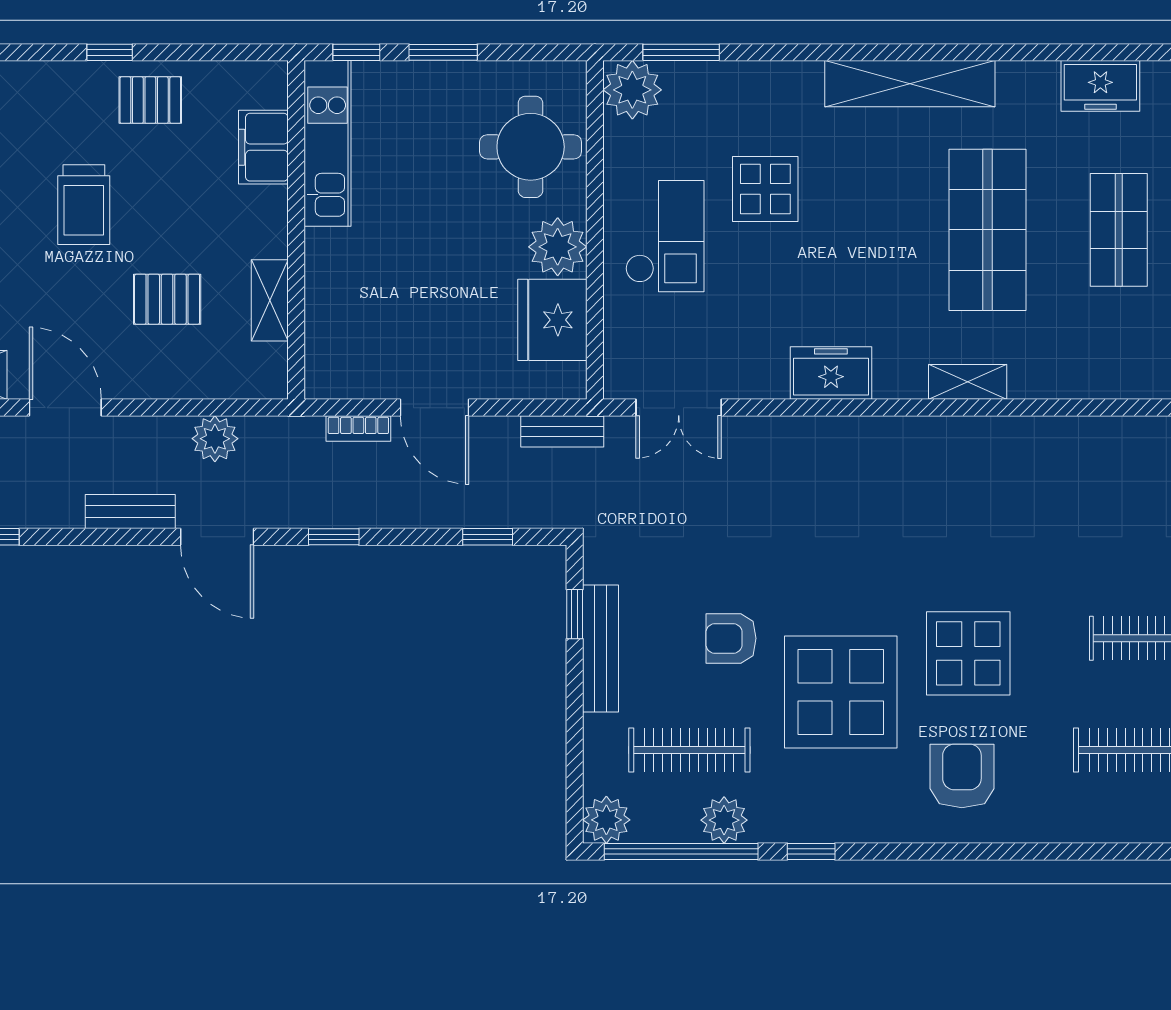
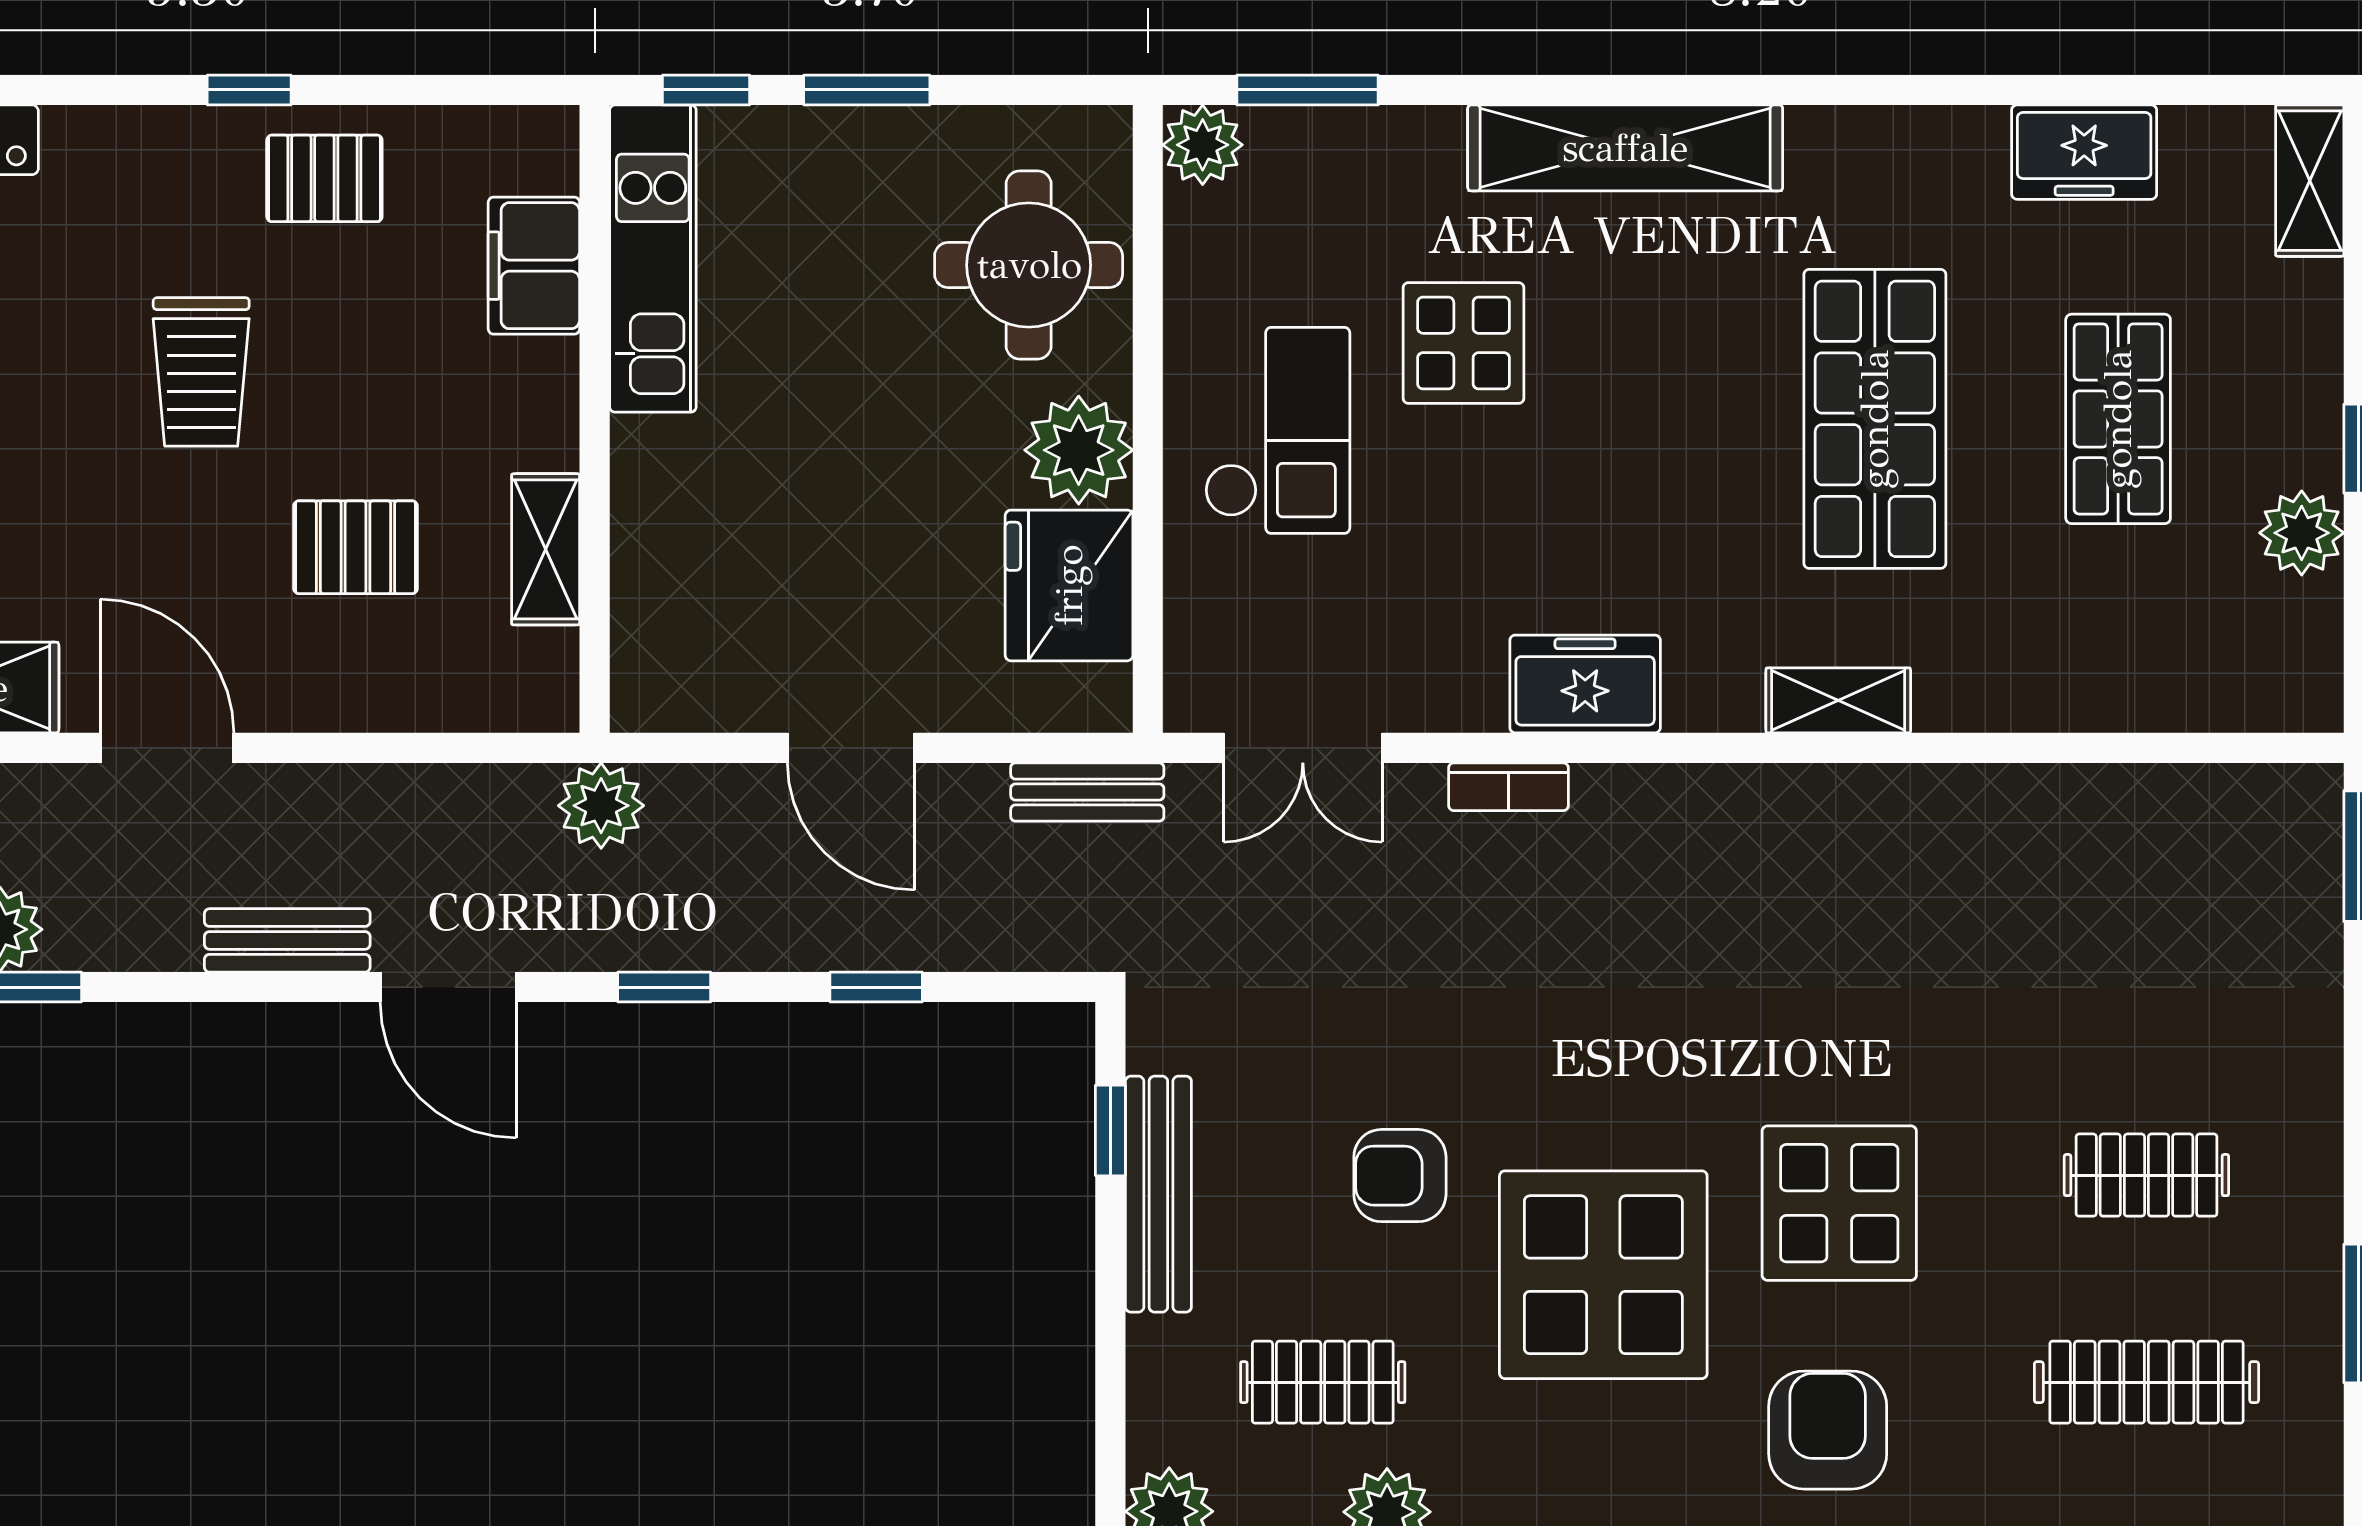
shelving: (910, 84) -> (1625, 148), moved
plant: (632, 90) -> (1203, 145), width x0.73, depth x0.73
bookcase: (358, 429) -> (1508, 787), moved
plant: (215, 439) -> (601, 806), moved
window: (488, 537) -> (876, 987), moved
clothes rail: (689, 750) -> (1323, 1382), width x0.73

